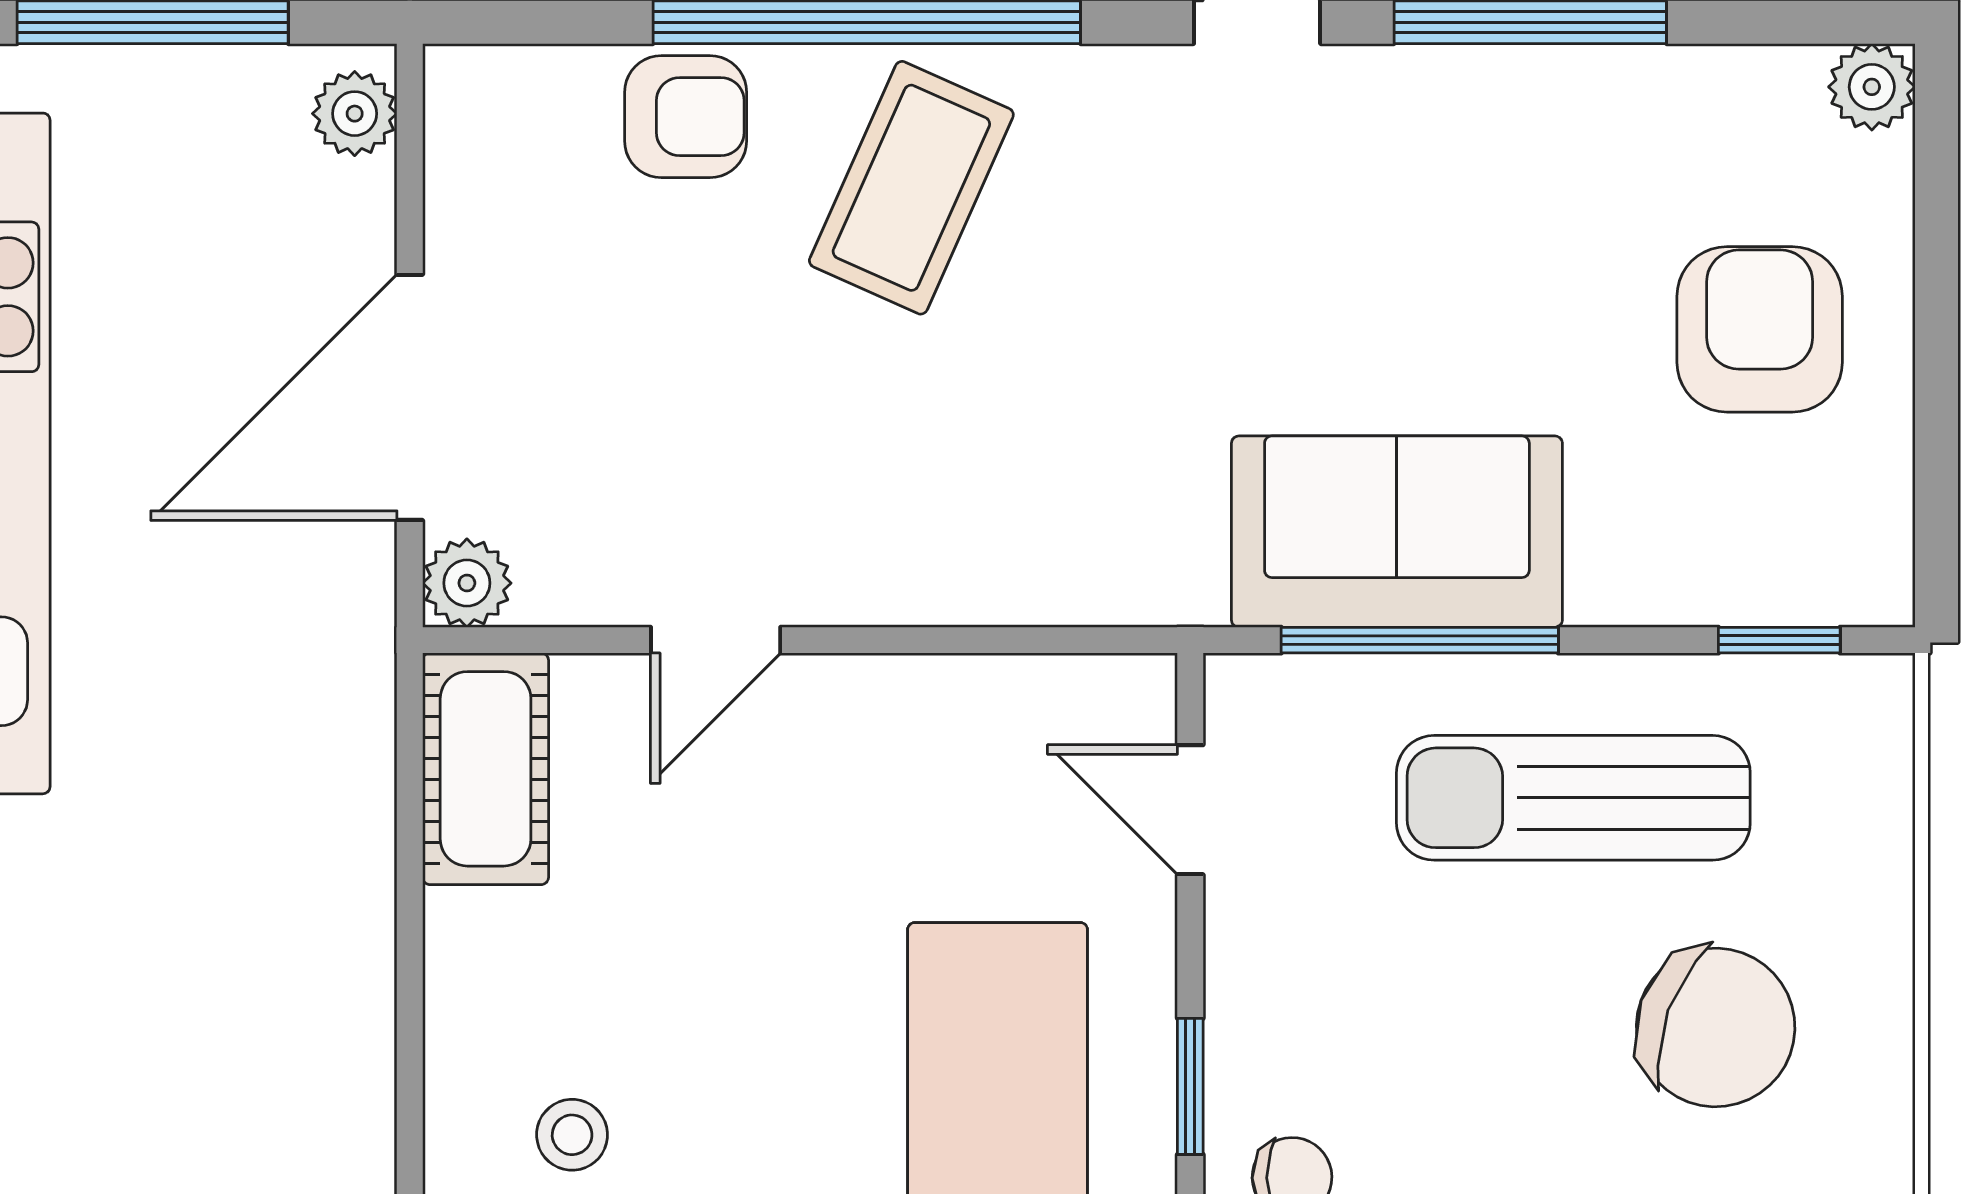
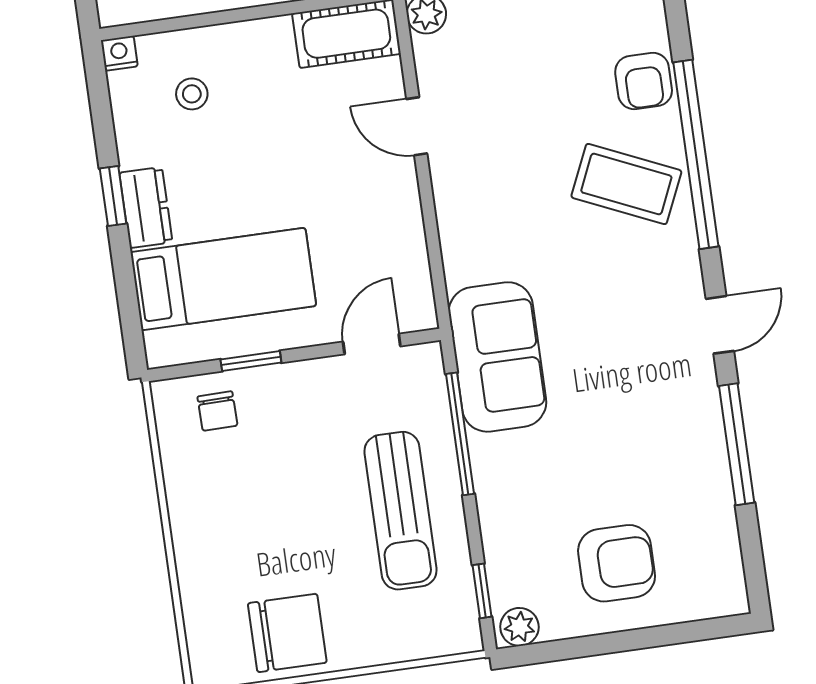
plant: (1872, 87) -> (519, 627), moved
sofa: (1397, 532) -> (497, 357), moved
sun lounger: (1573, 798) -> (400, 511), turned 180
chair: (1716, 1027) -> (287, 633), moved, turned -110

